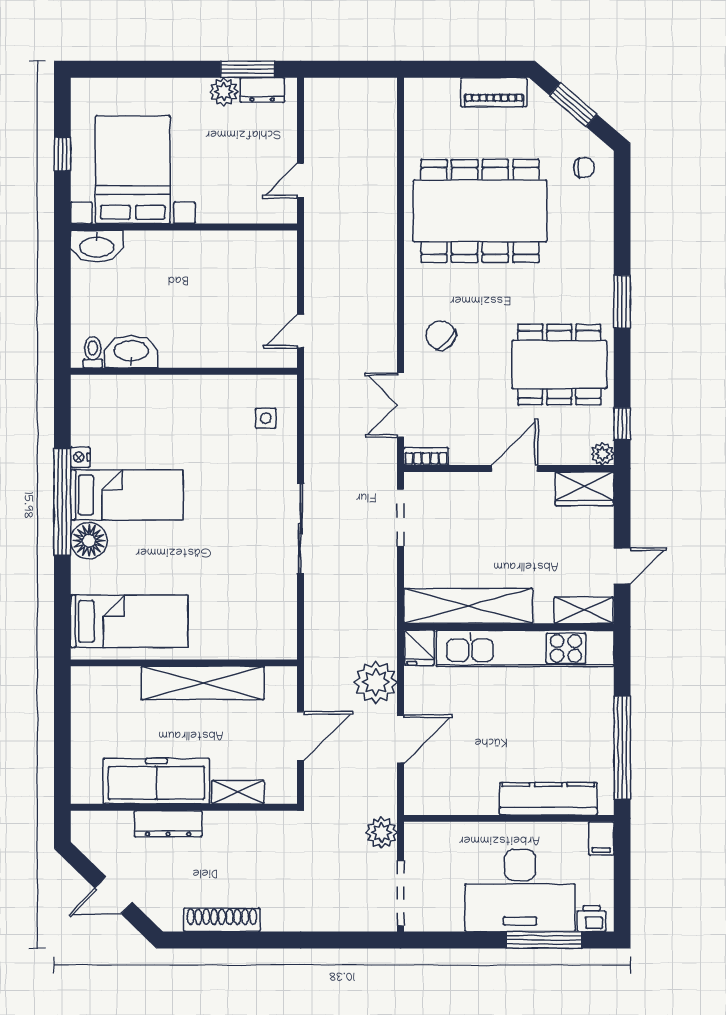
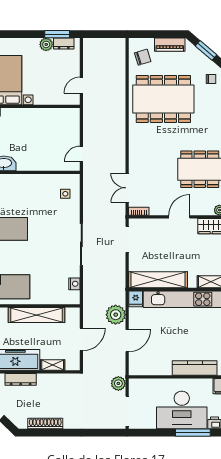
chair: (441, 335) -> (143, 57), moved, turned 120
nightstand: (285, 615) -> (74, 284), added

